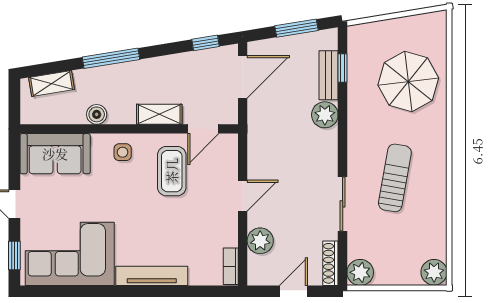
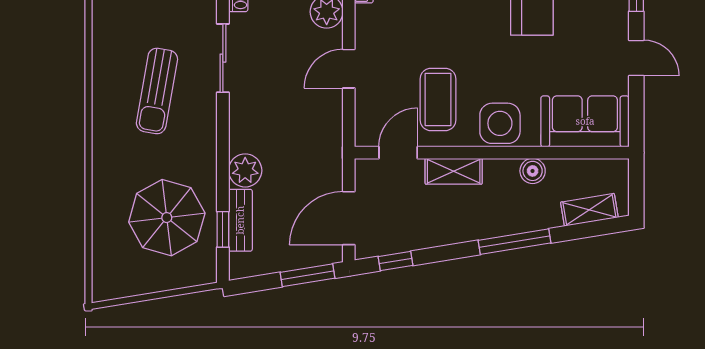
window: (297, 28) -> (308, 275), moved
parasol: (408, 82) -> (167, 218), moved
side table: (123, 152) -> (500, 123), width x1.87, depth x1.87

